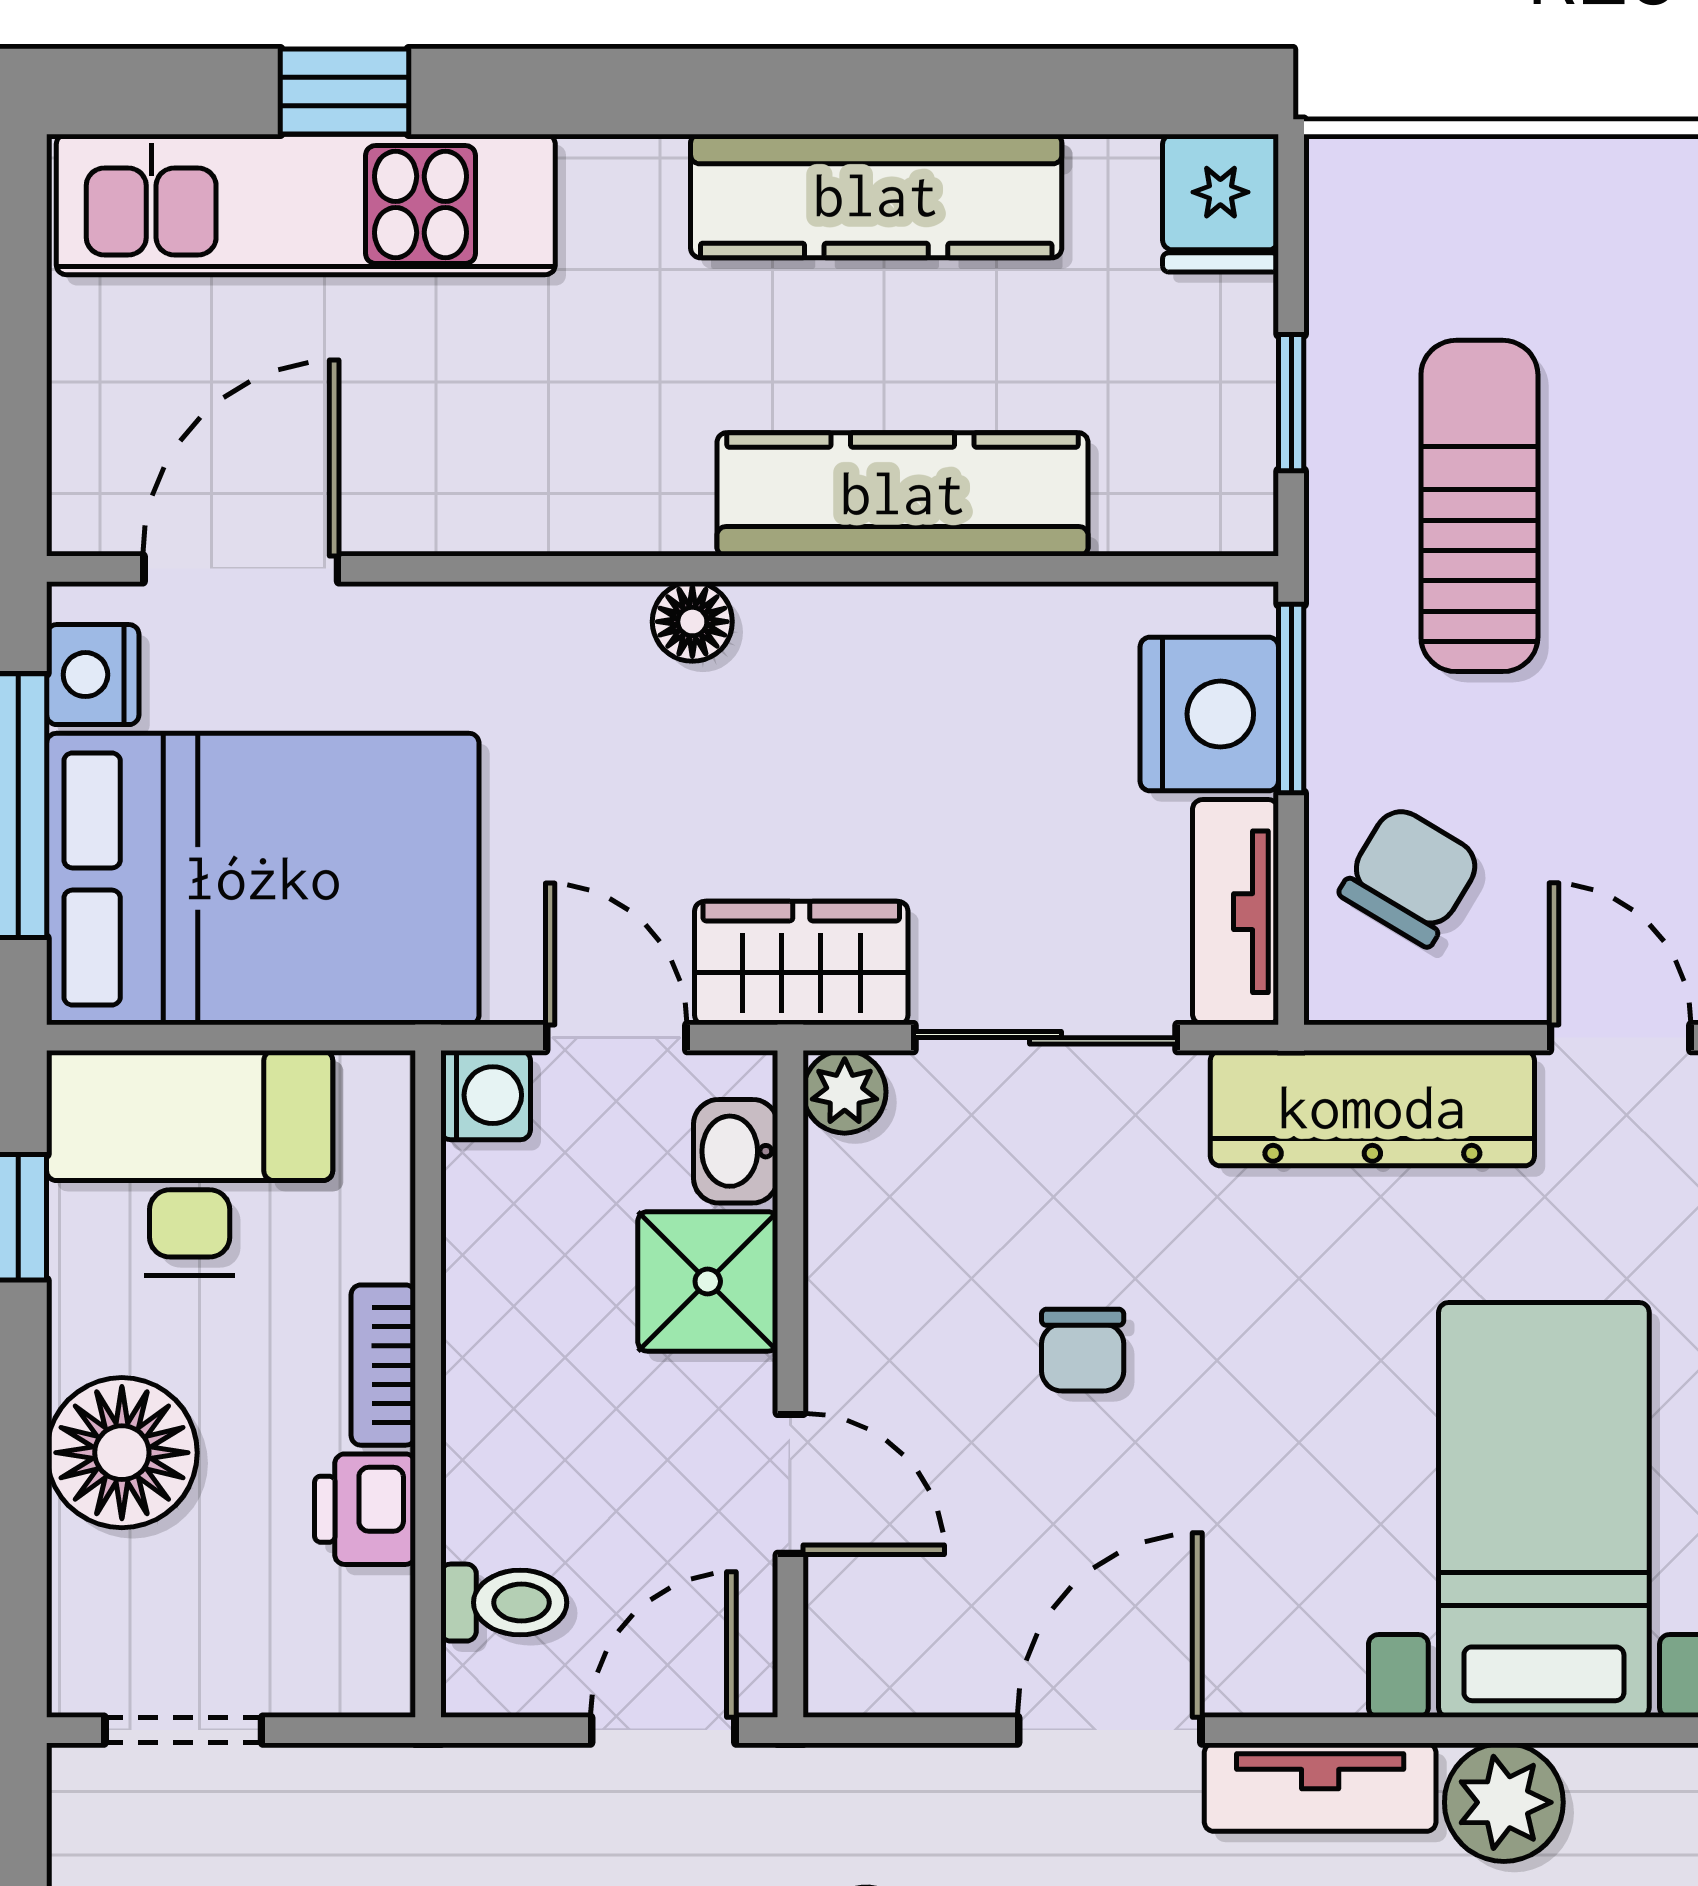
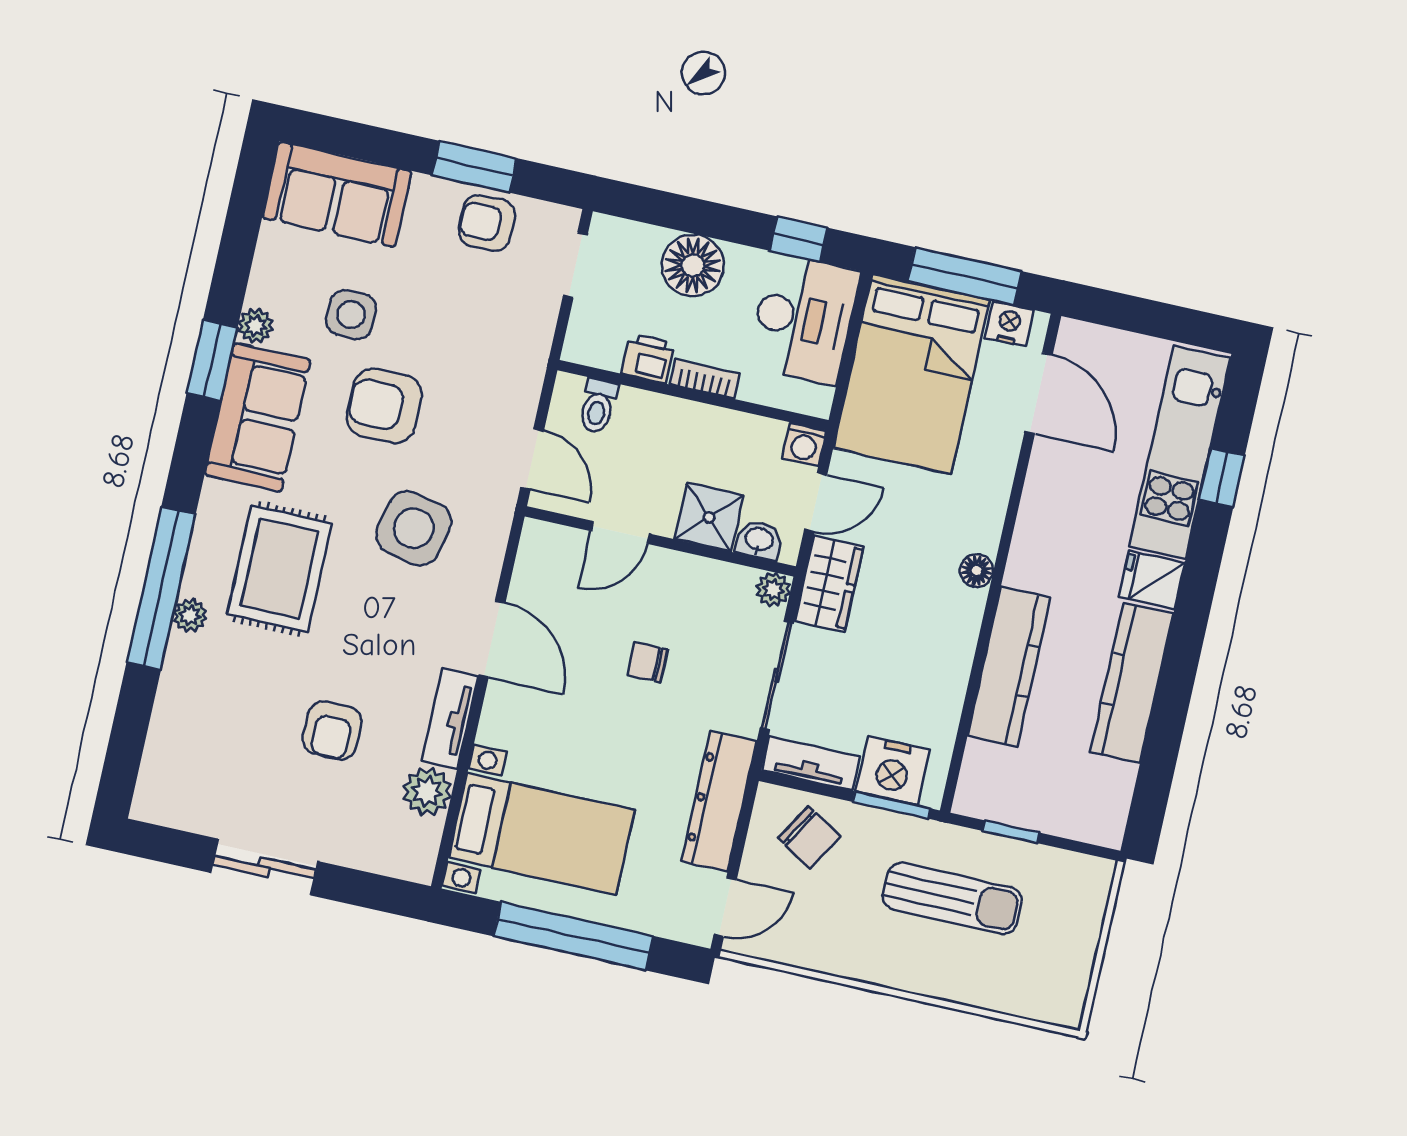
fridge: (1220, 203) -> (1152, 580), moved

